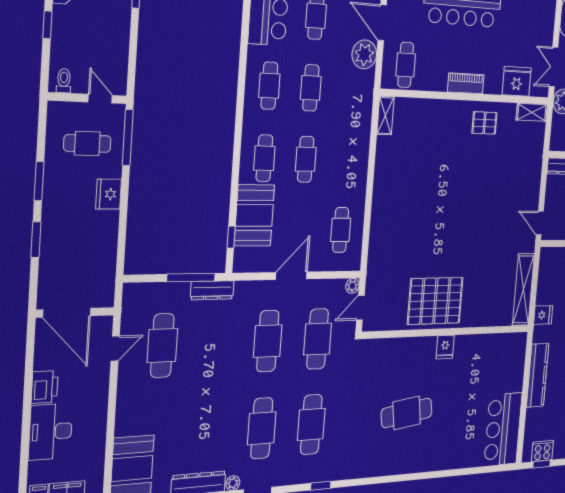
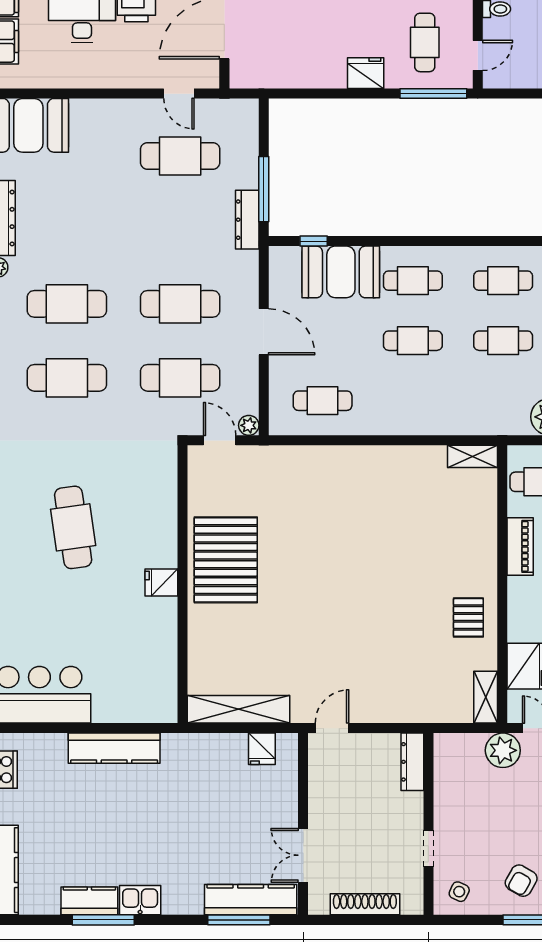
piano: (466, 83) -> (520, 546), moved
fridge: (543, 315) -> (262, 749), moved

